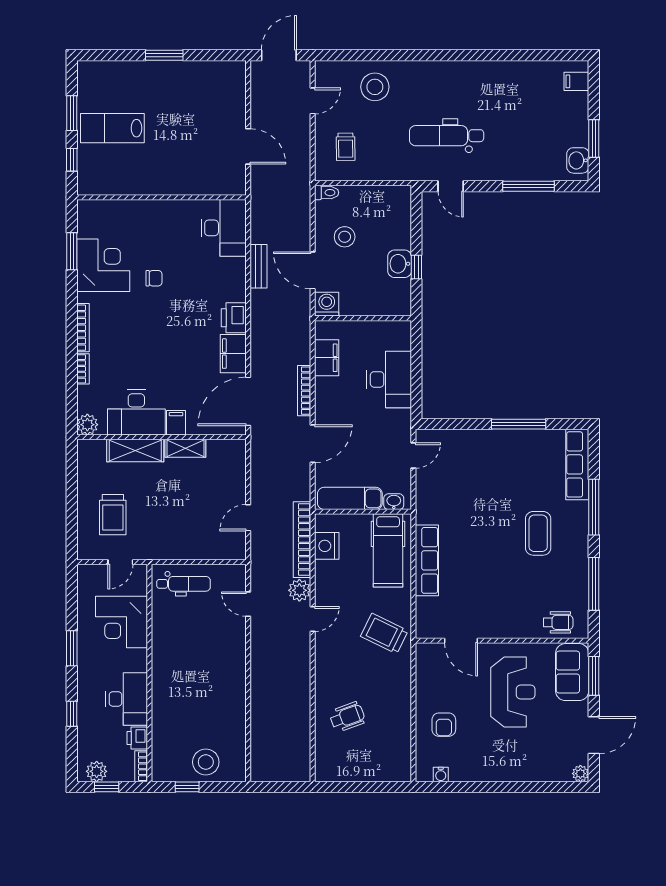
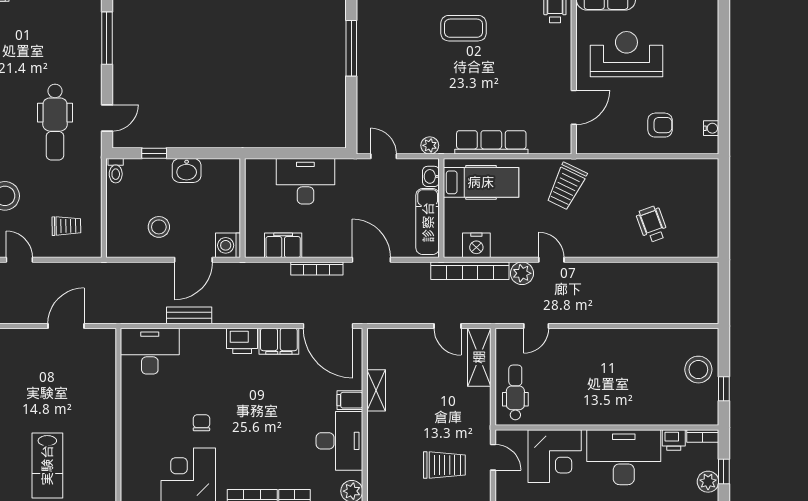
toilet: (327, 193) -> (116, 171), moved, turned 180
window: (416, 267) -> (154, 153), moved
shelving: (135, 451) -> (479, 357), moved
plant: (424, 501) -> (430, 145), added
desk: (127, 699) -> (624, 457), width x1.36, depth x1.30

